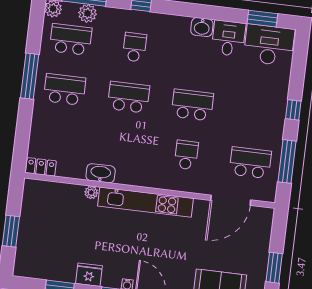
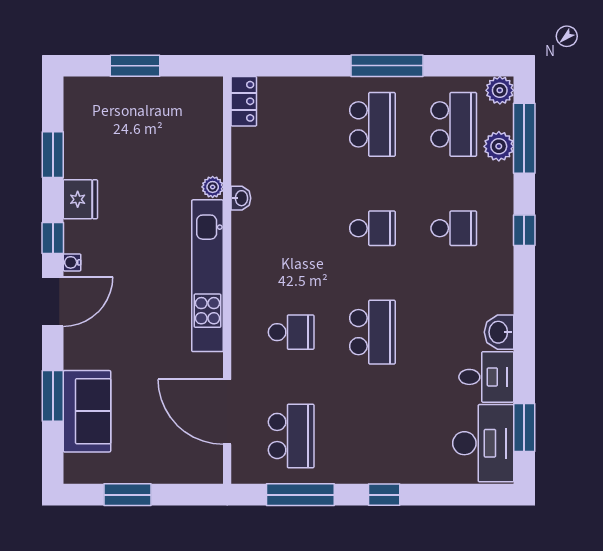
school desk: (129, 97) -> (372, 228), width x0.54
washbasin: (101, 173) -> (241, 198), width x0.52, depth x0.69

